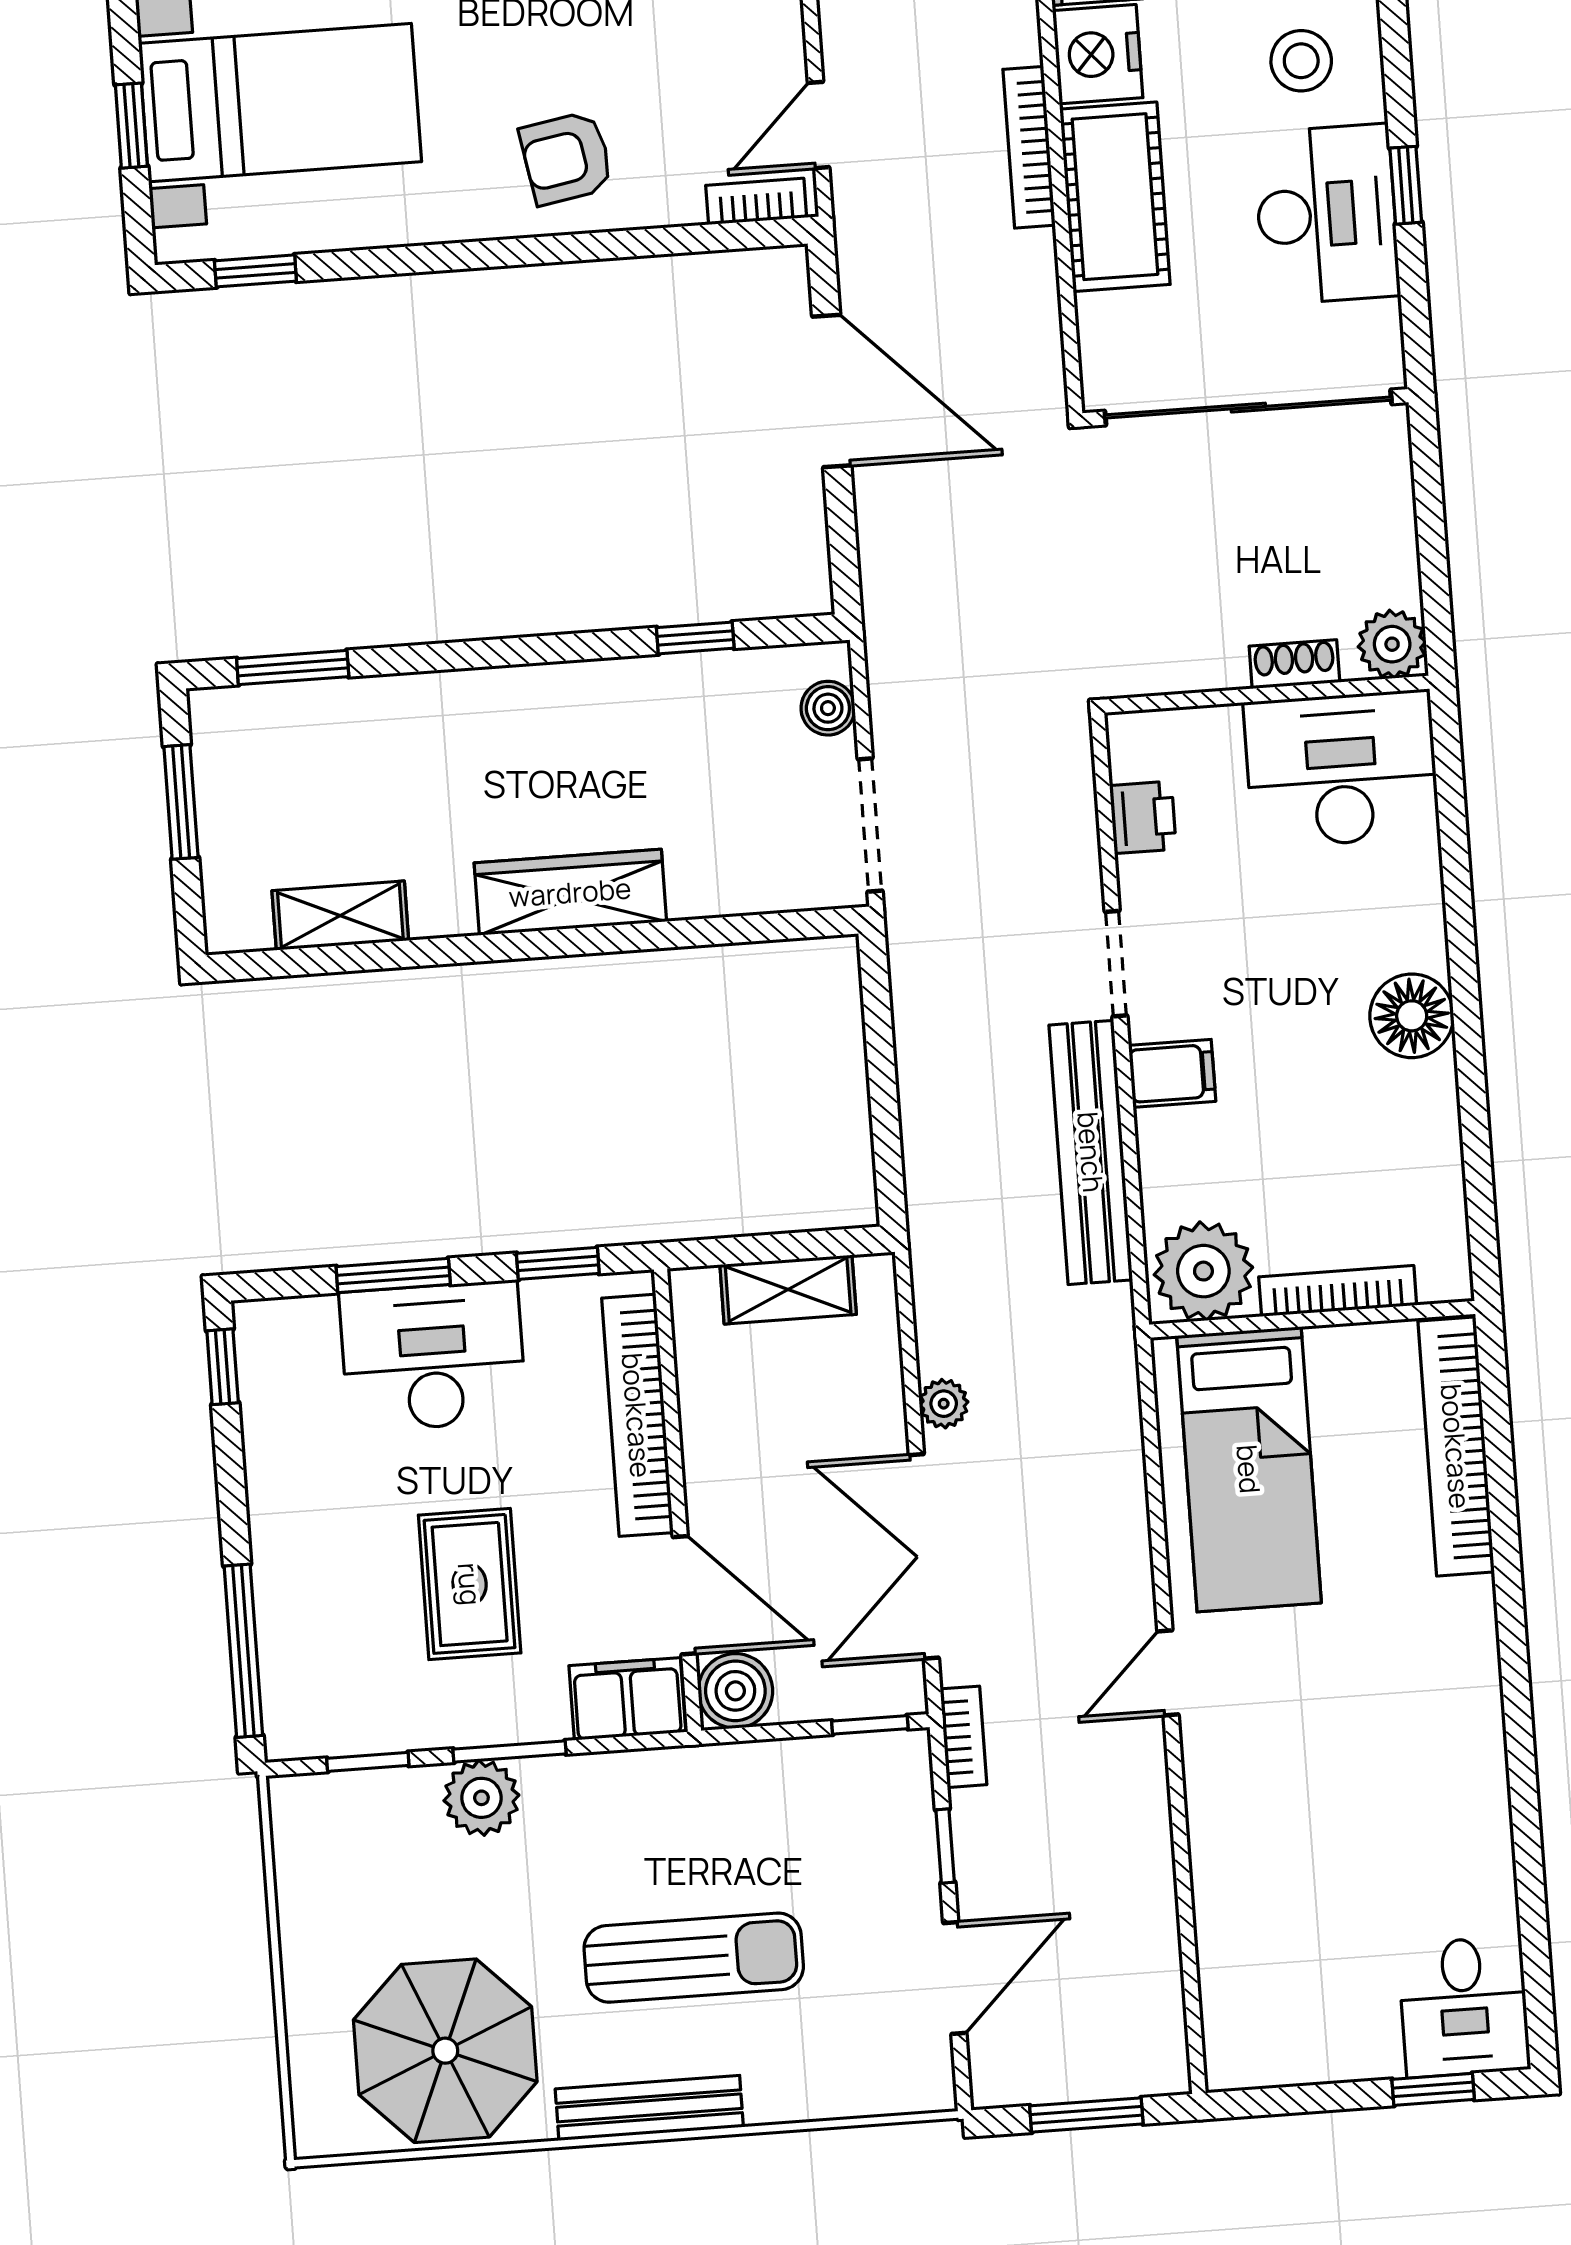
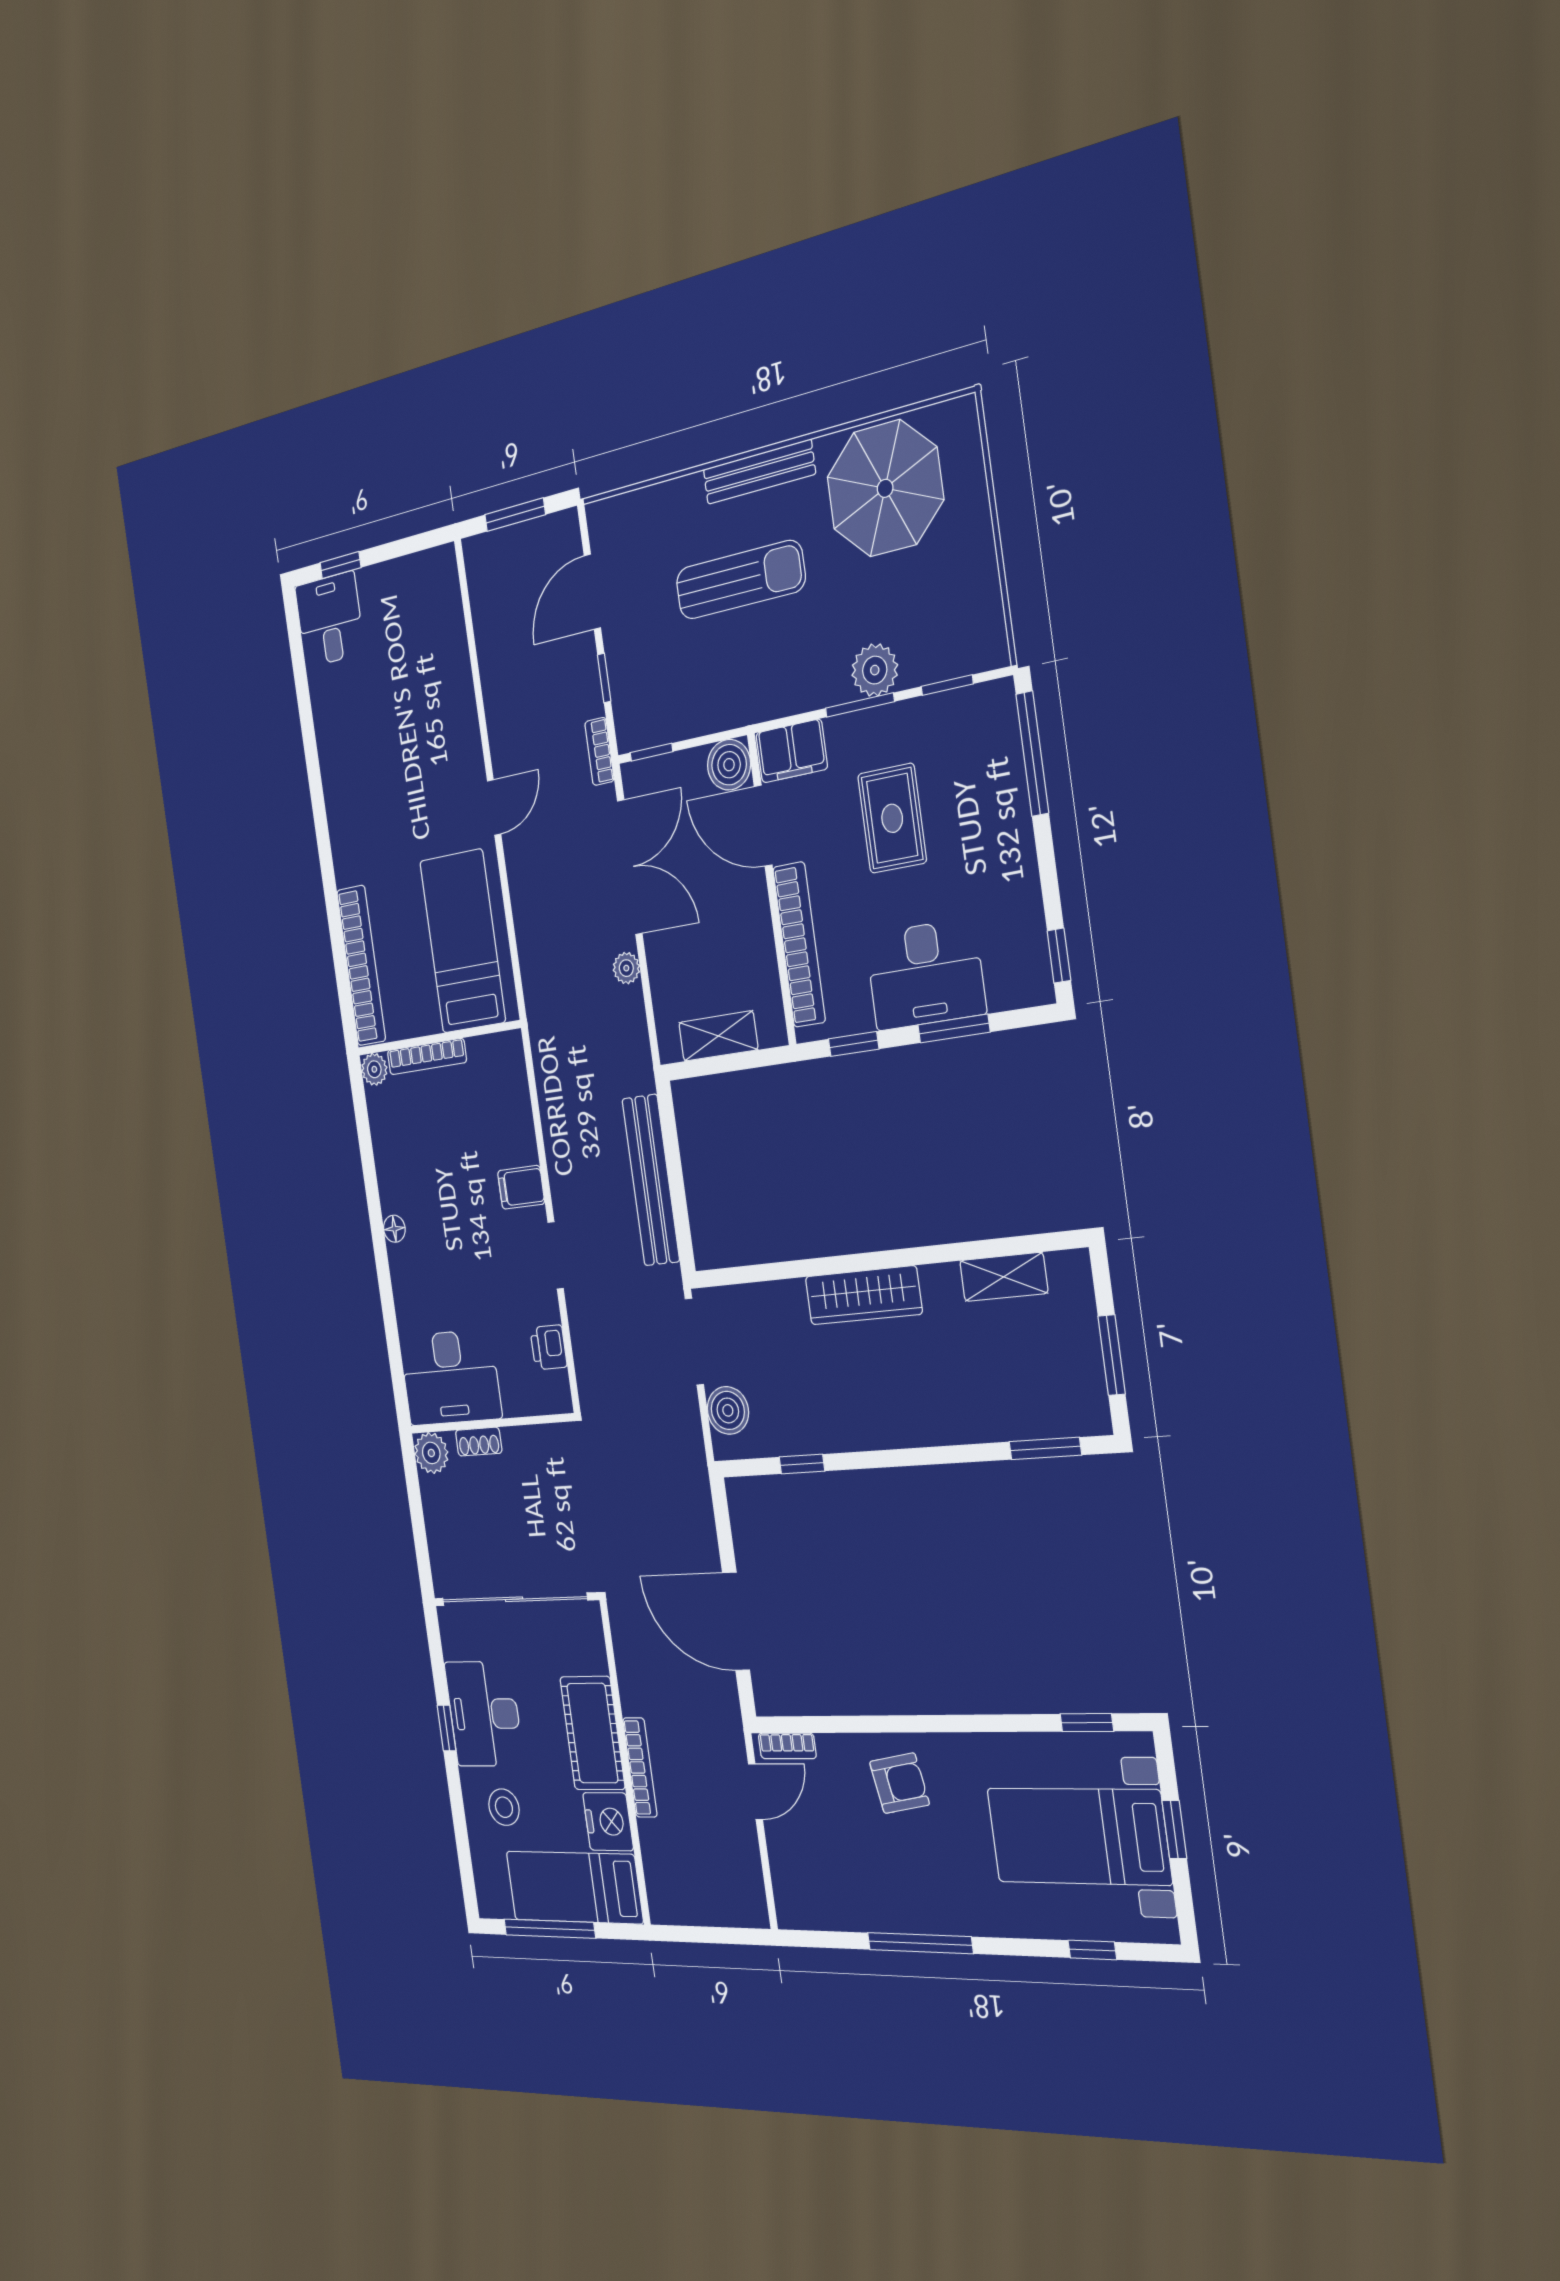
boiler: (828, 708) -> (728, 1410), width x1.36, depth x1.36
floor lamp: (1412, 1016) -> (394, 1229), width x0.53, depth x0.53
bench: (1091, 1152) -> (651, 1180), moved
plant: (1203, 1271) -> (374, 1069), moved, width x0.53, depth x0.53
sun lounger: (694, 1958) -> (740, 580), turned 180

